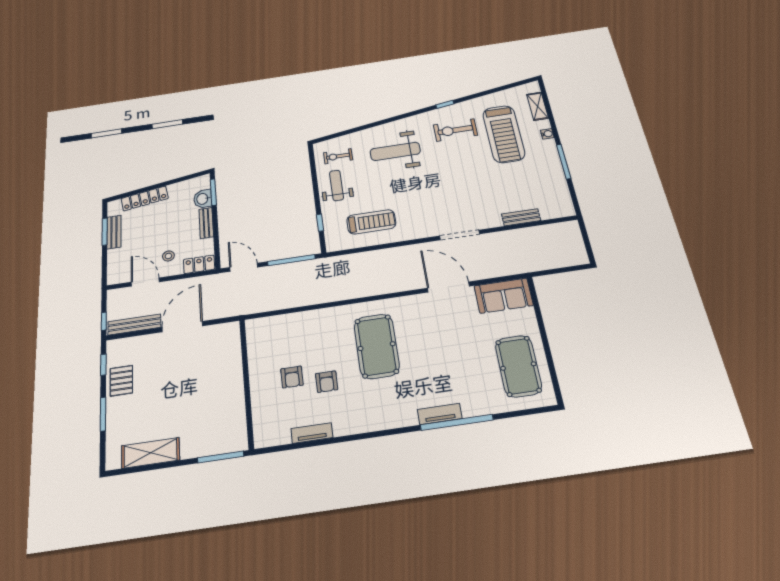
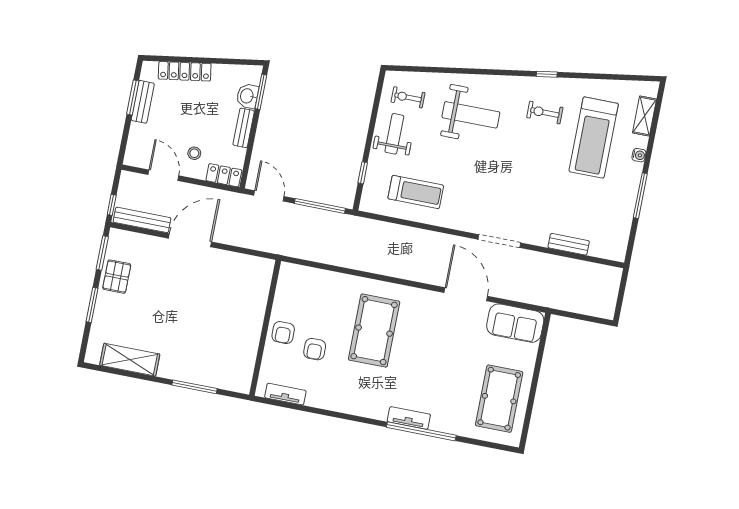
exercise bike: (455, 130) -> (545, 112), width x0.73, depth x0.72
weight bench: (395, 151) -> (471, 115), turned 180
window: (103, 365) -> (102, 253), width x1.50
wall: (246, 383) -> (265, 328), moved

